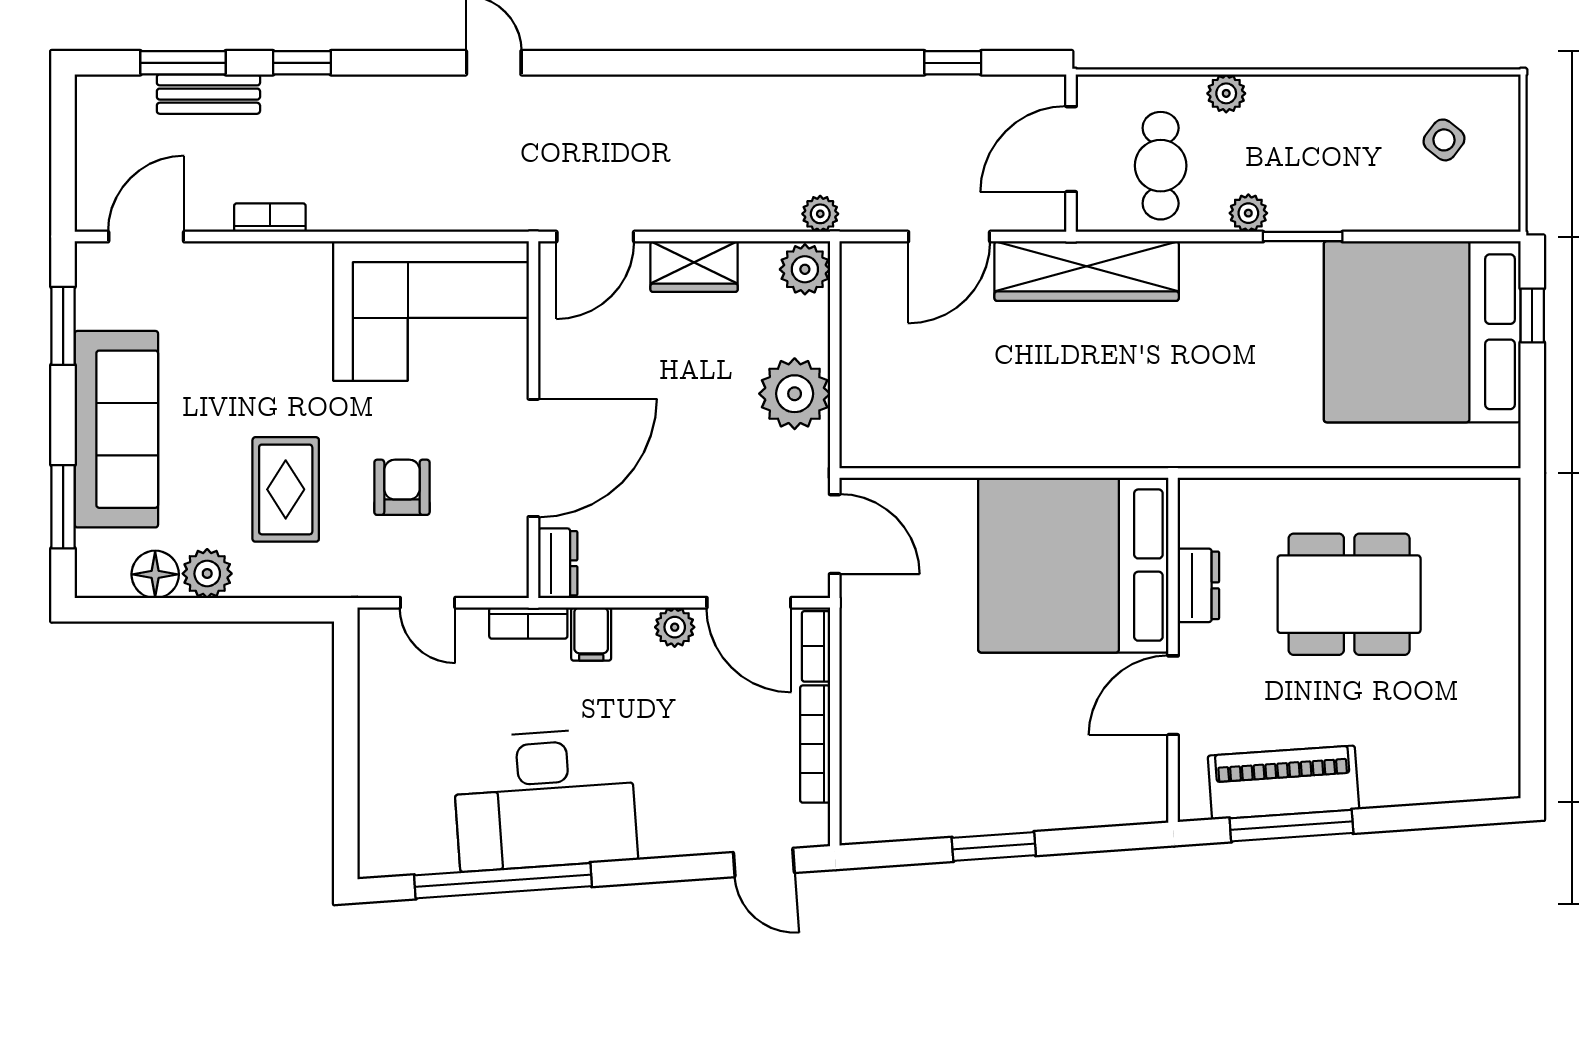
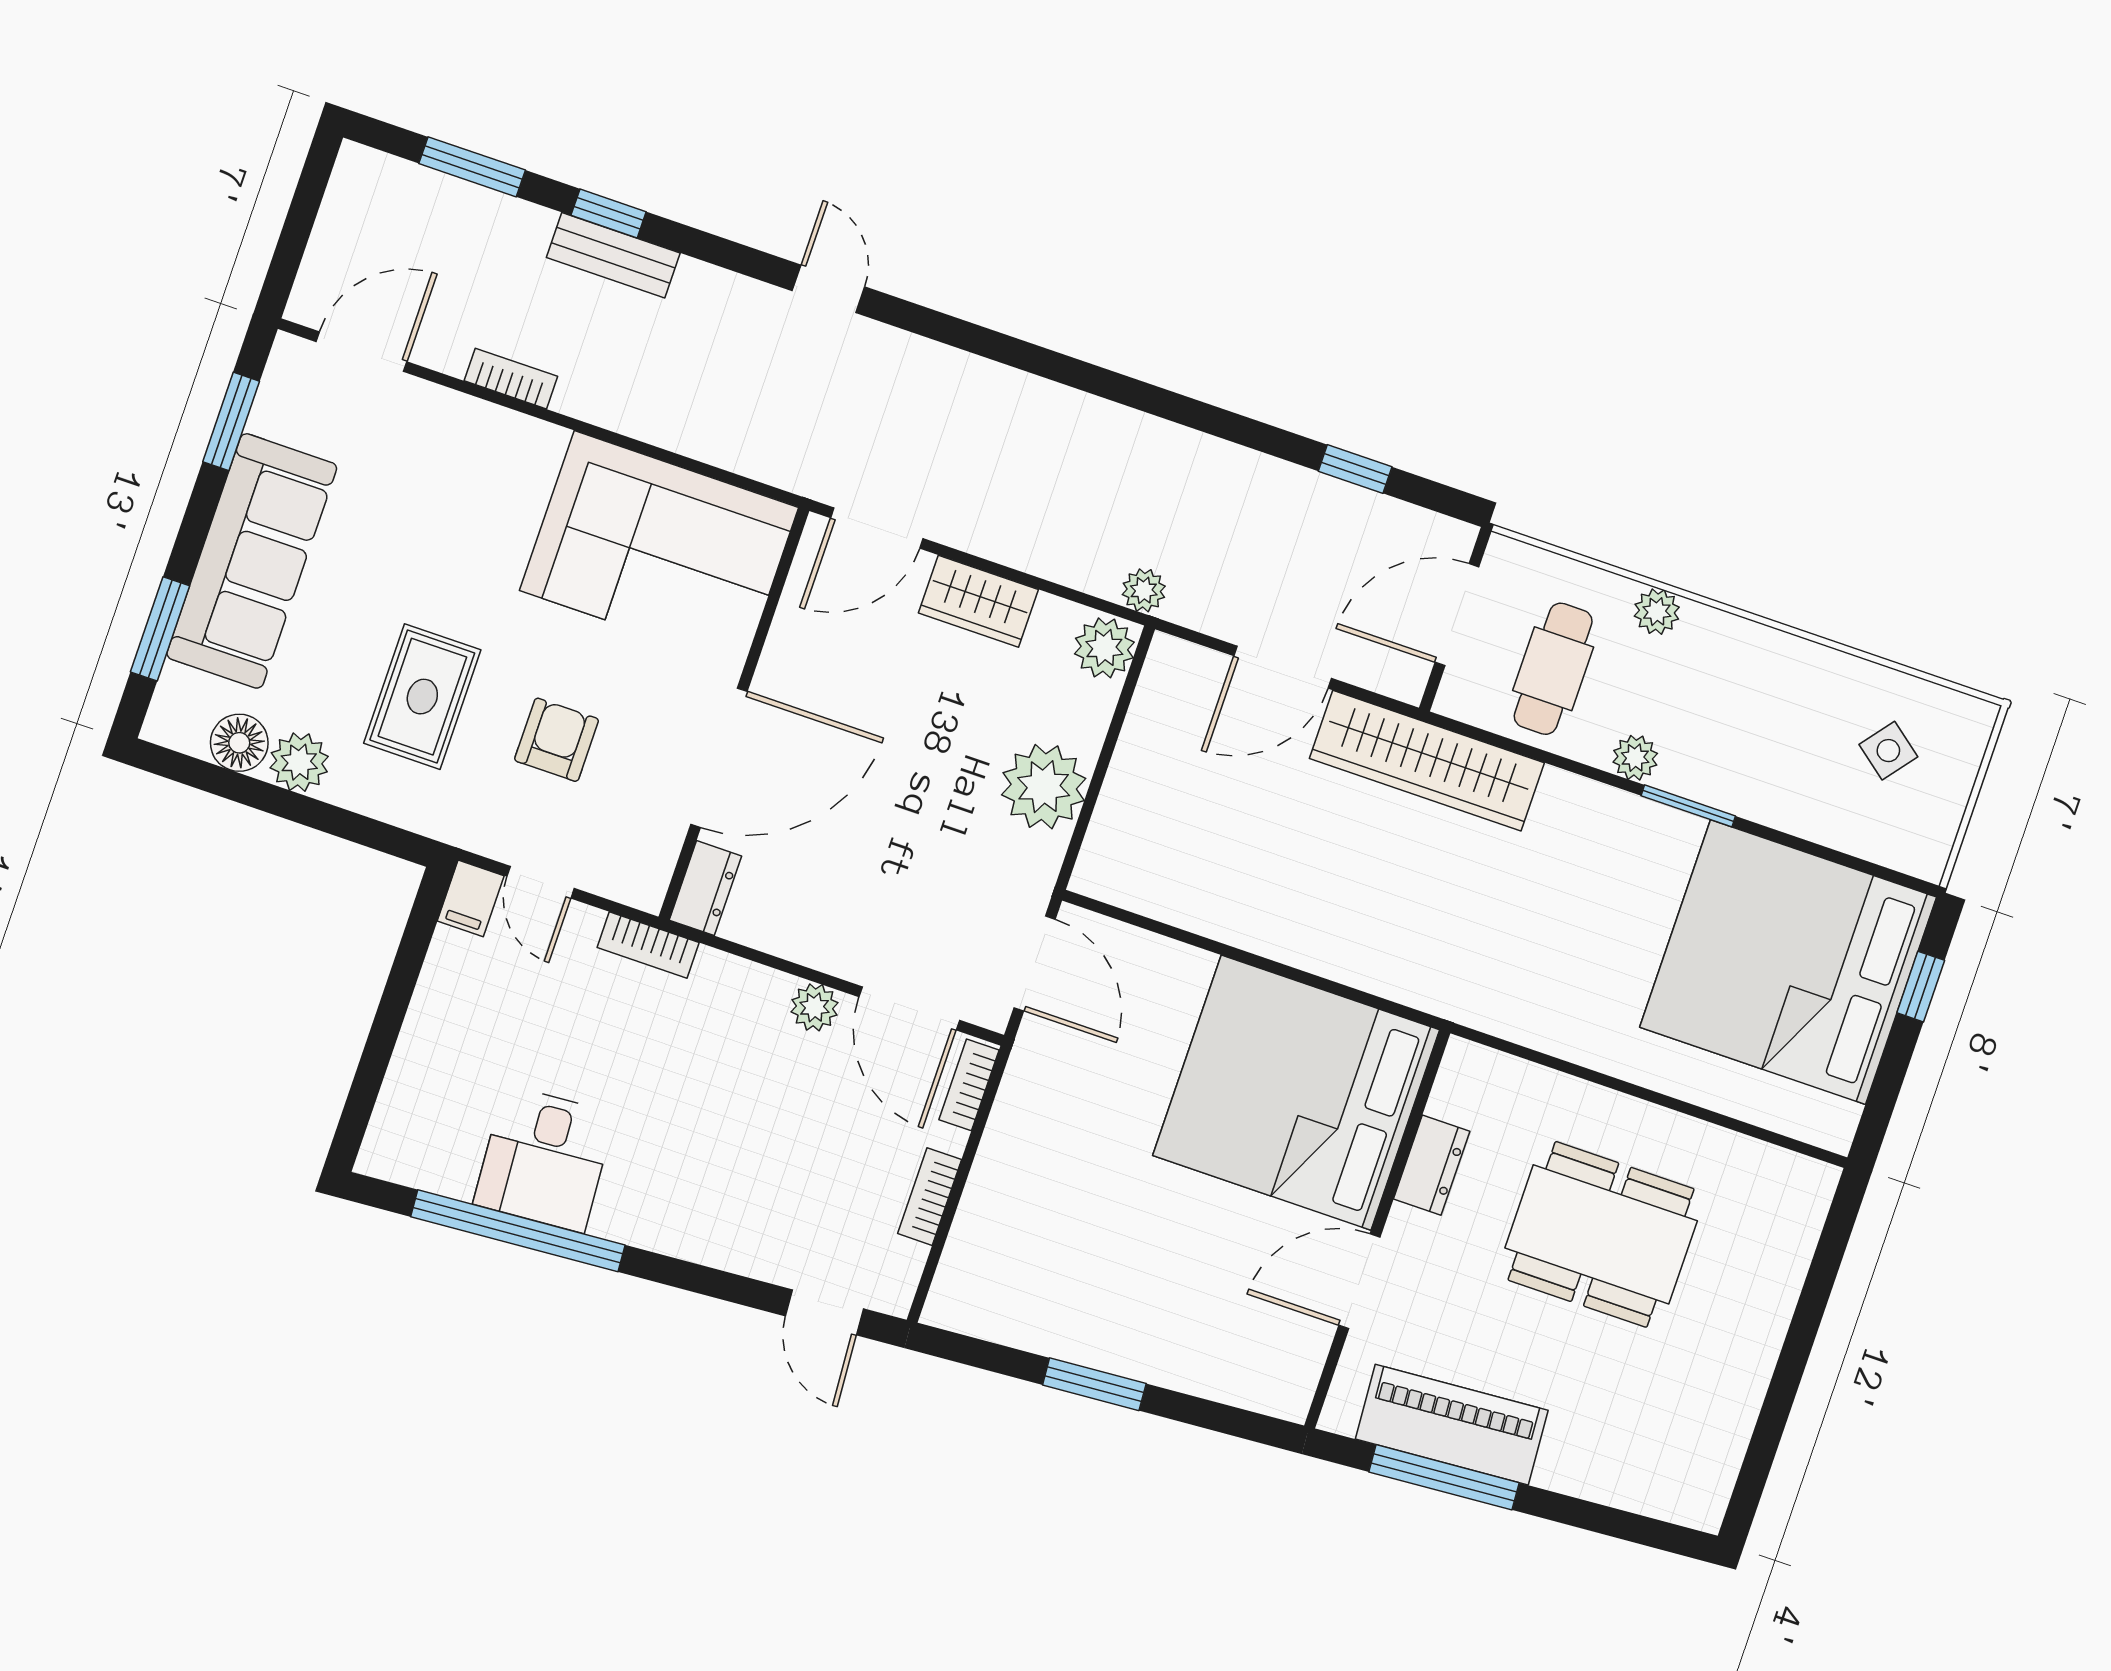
bench: (208, 94) -> (613, 255), moved
filing cabinet: (591, 634) -> (471, 898), moved
bookcase: (815, 744) -> (930, 1197), width x0.64
desk: (545, 799) -> (544, 1159), width x0.53, depth x0.77

